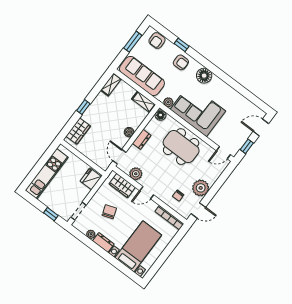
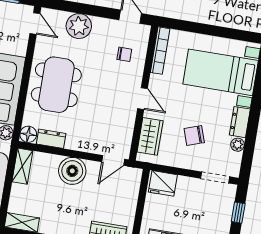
boiler: (129, 132) -> (72, 171), width x1.86, depth x1.86
dresser: (142, 139) -> (51, 139), moved
plant: (136, 174) -> (125, 126), removed
plant: (201, 188) -> (79, 26), moved

